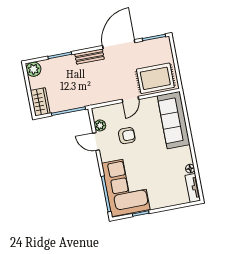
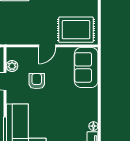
sofa: (174, 120) -> (86, 67), width x0.73
armchair: (127, 136) -> (37, 81), turned -90

